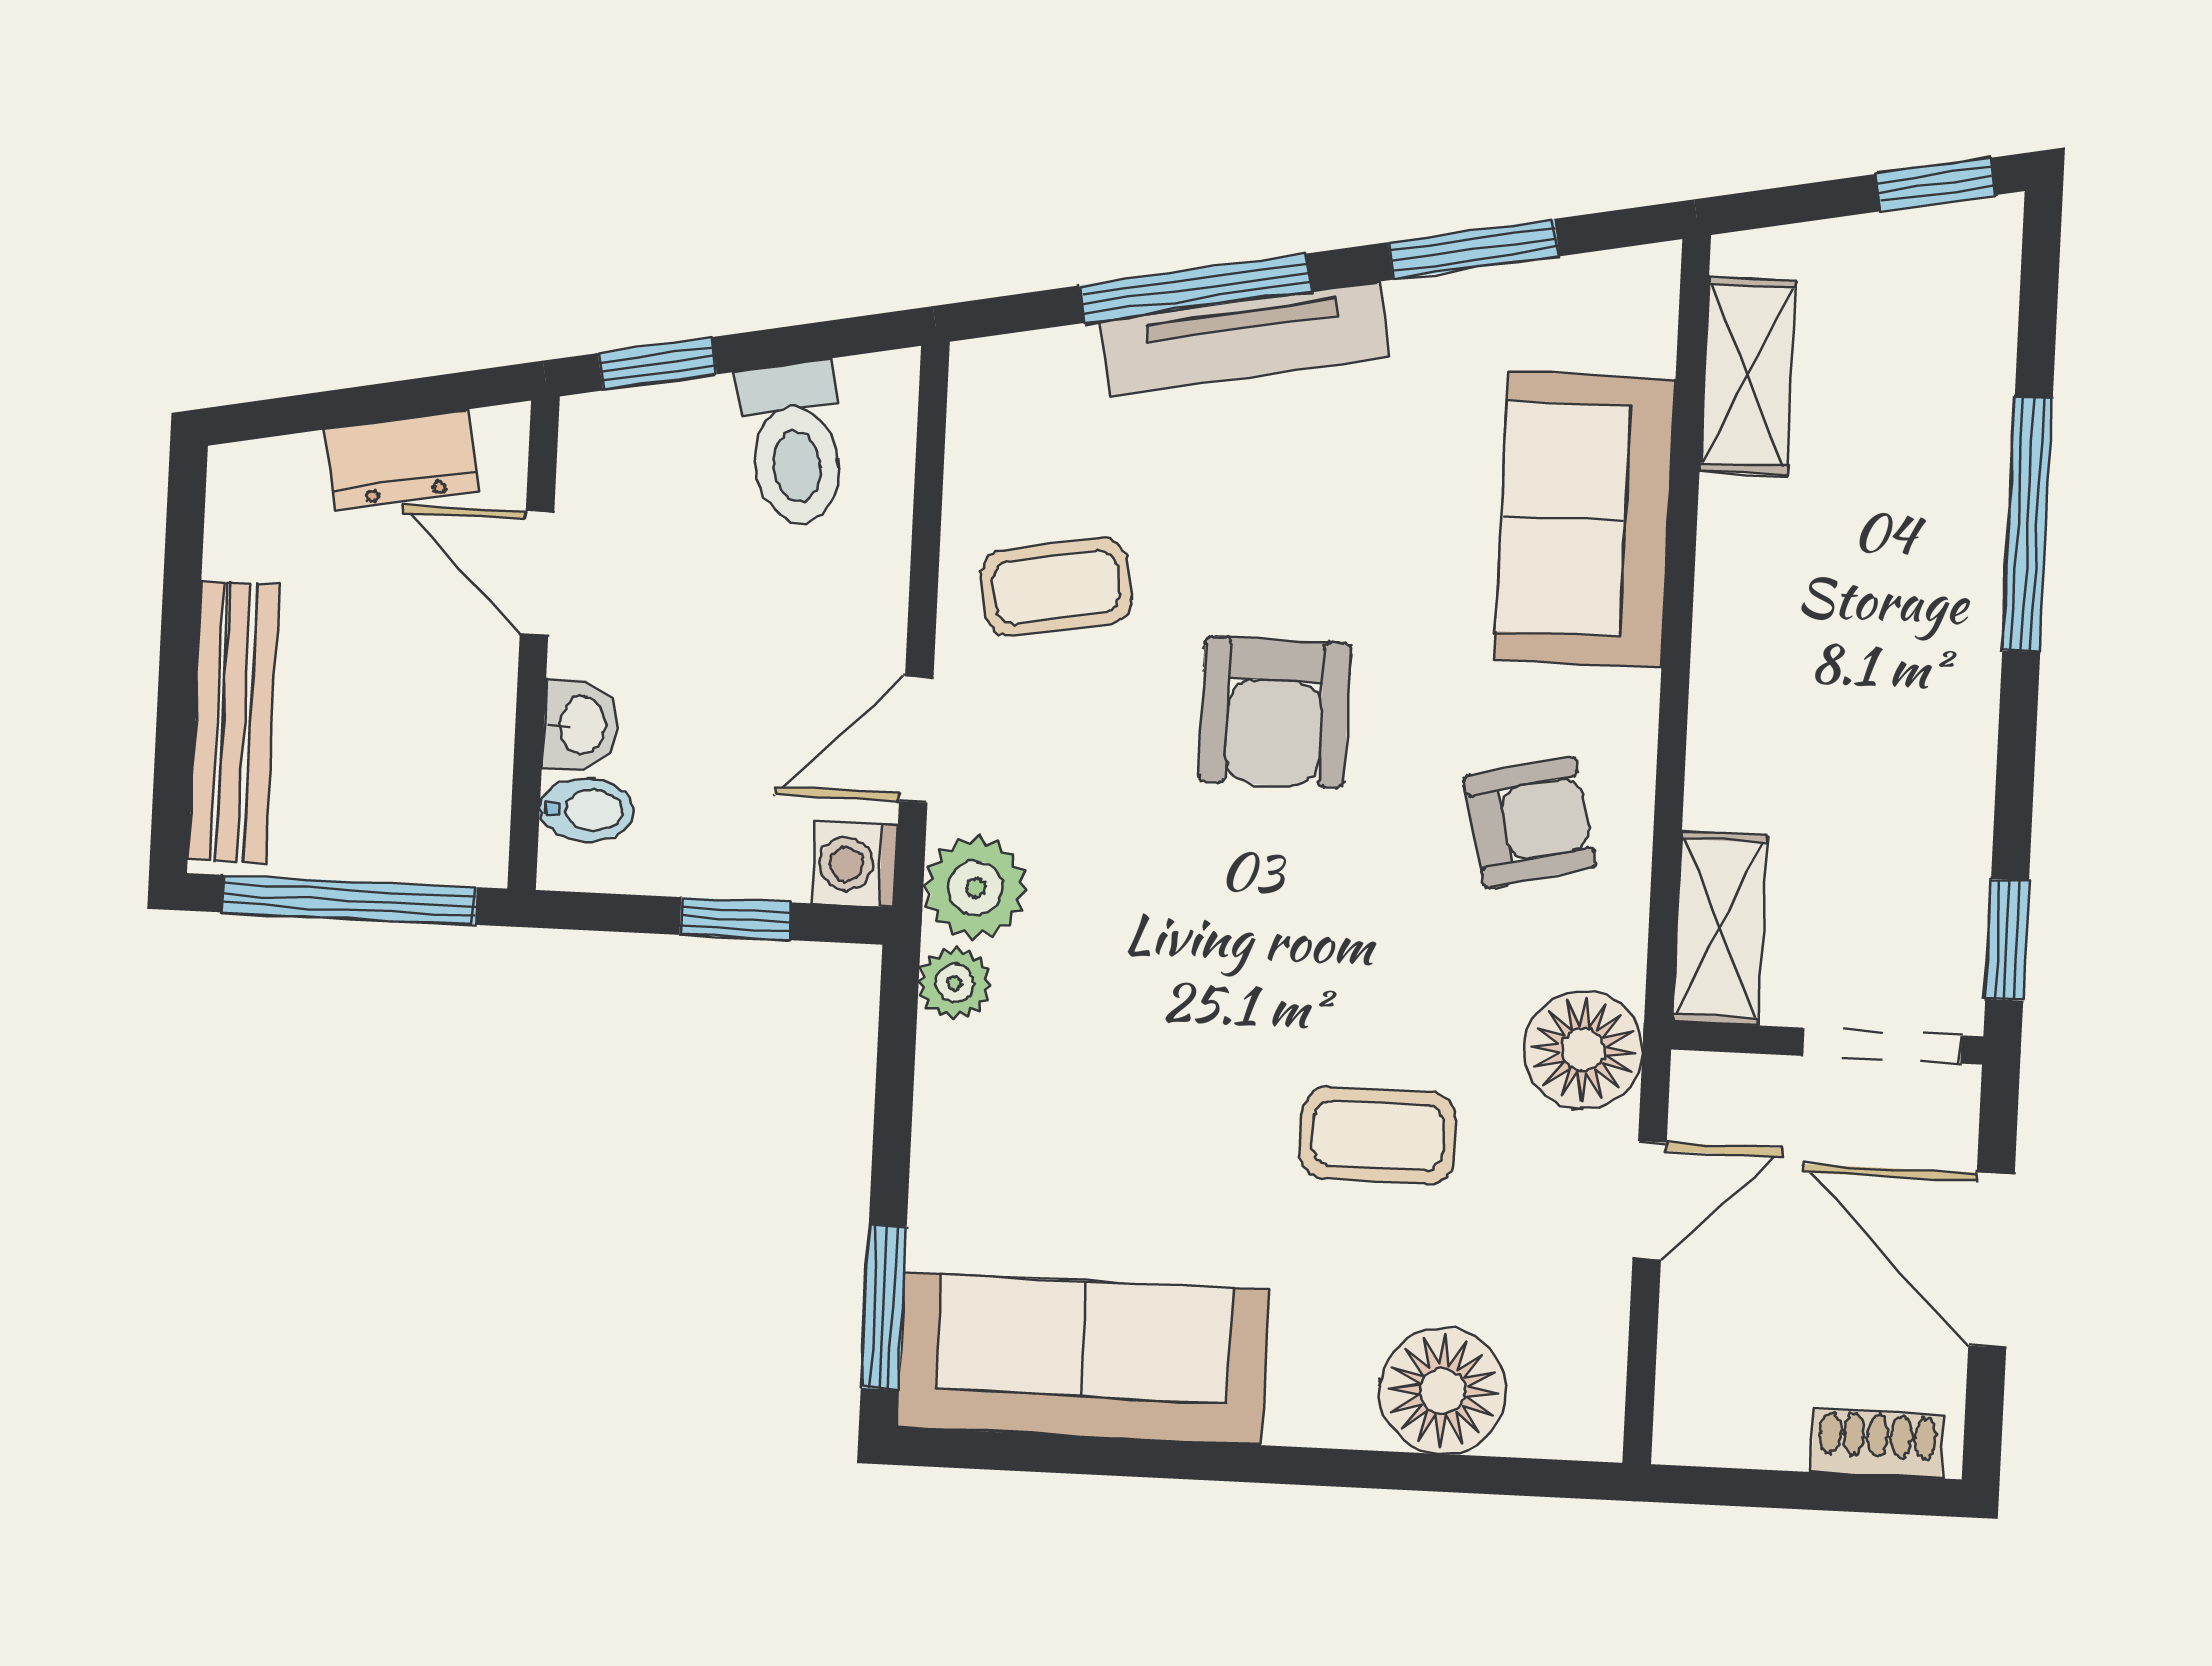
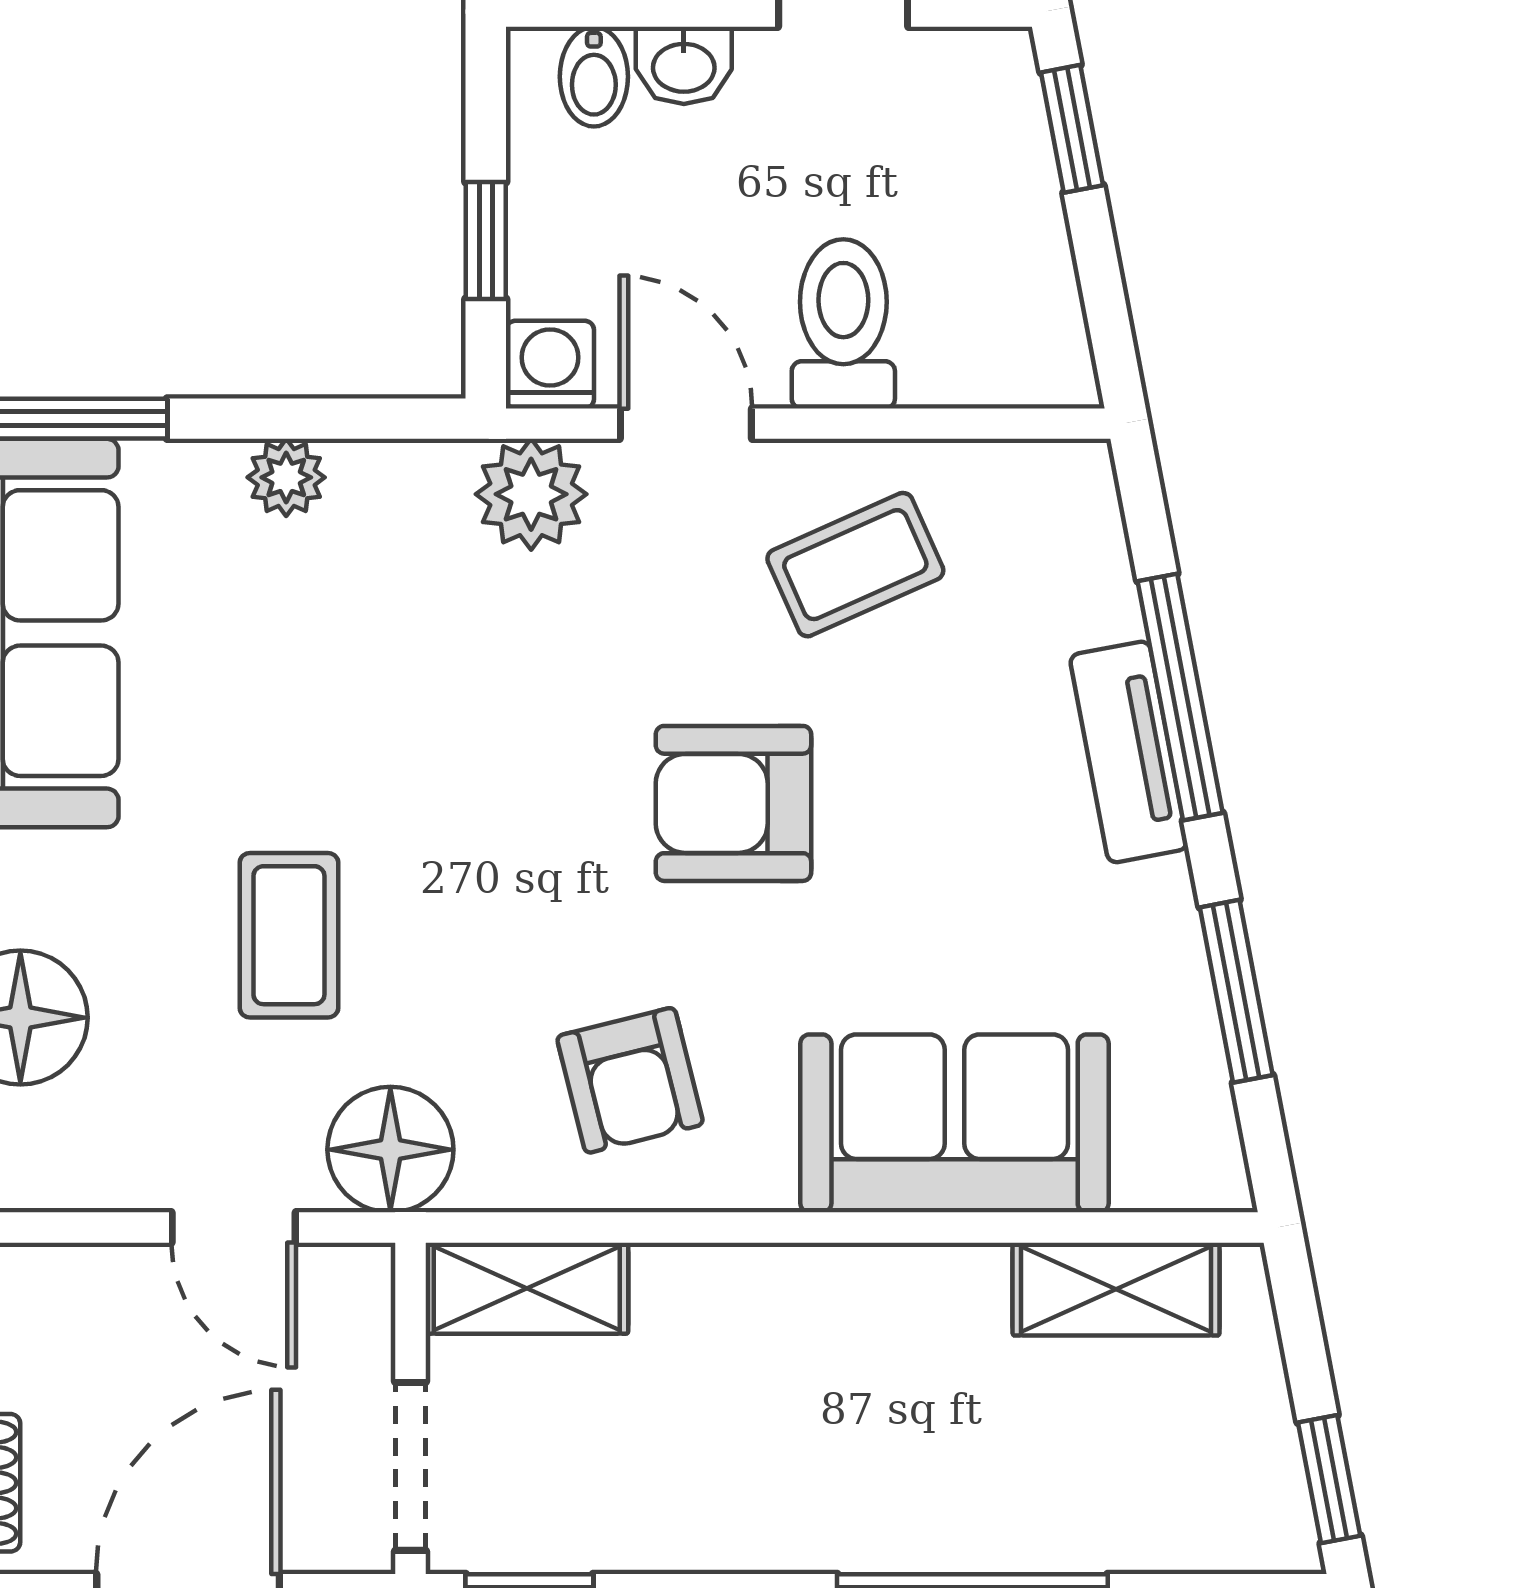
tv unit: (1244, 339) -> (1129, 752), width x0.71
toilet: (794, 444) -> (843, 324), moved, turned 101
coffee table: (1056, 587) -> (855, 565), turned 76
plant: (955, 983) -> (286, 477), moved

